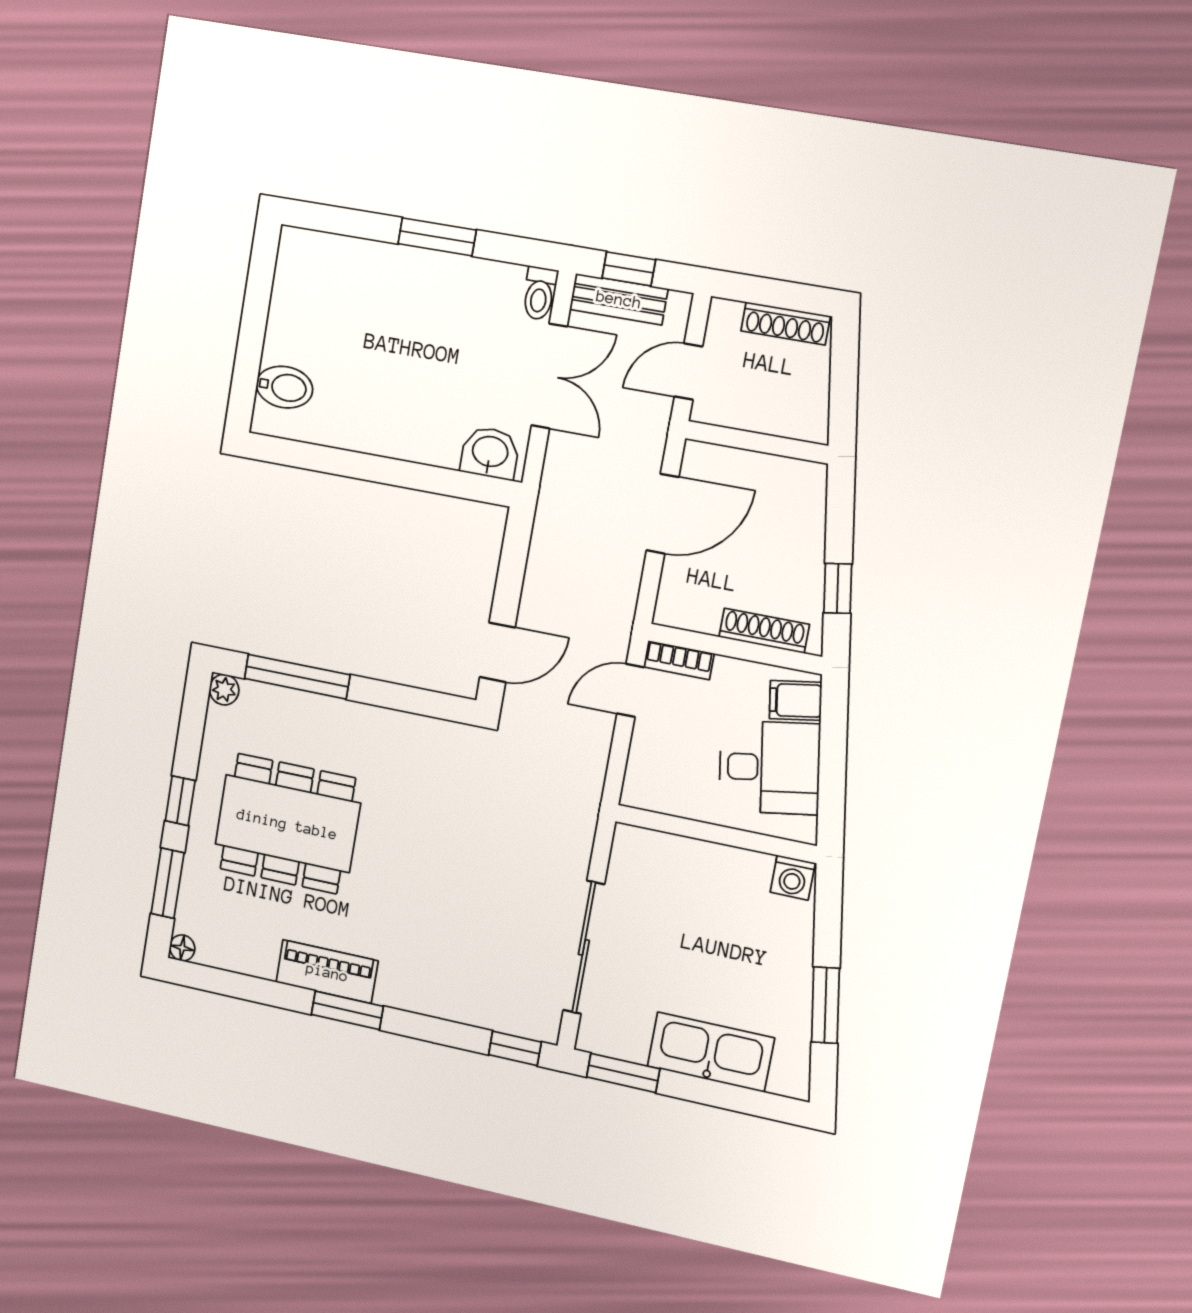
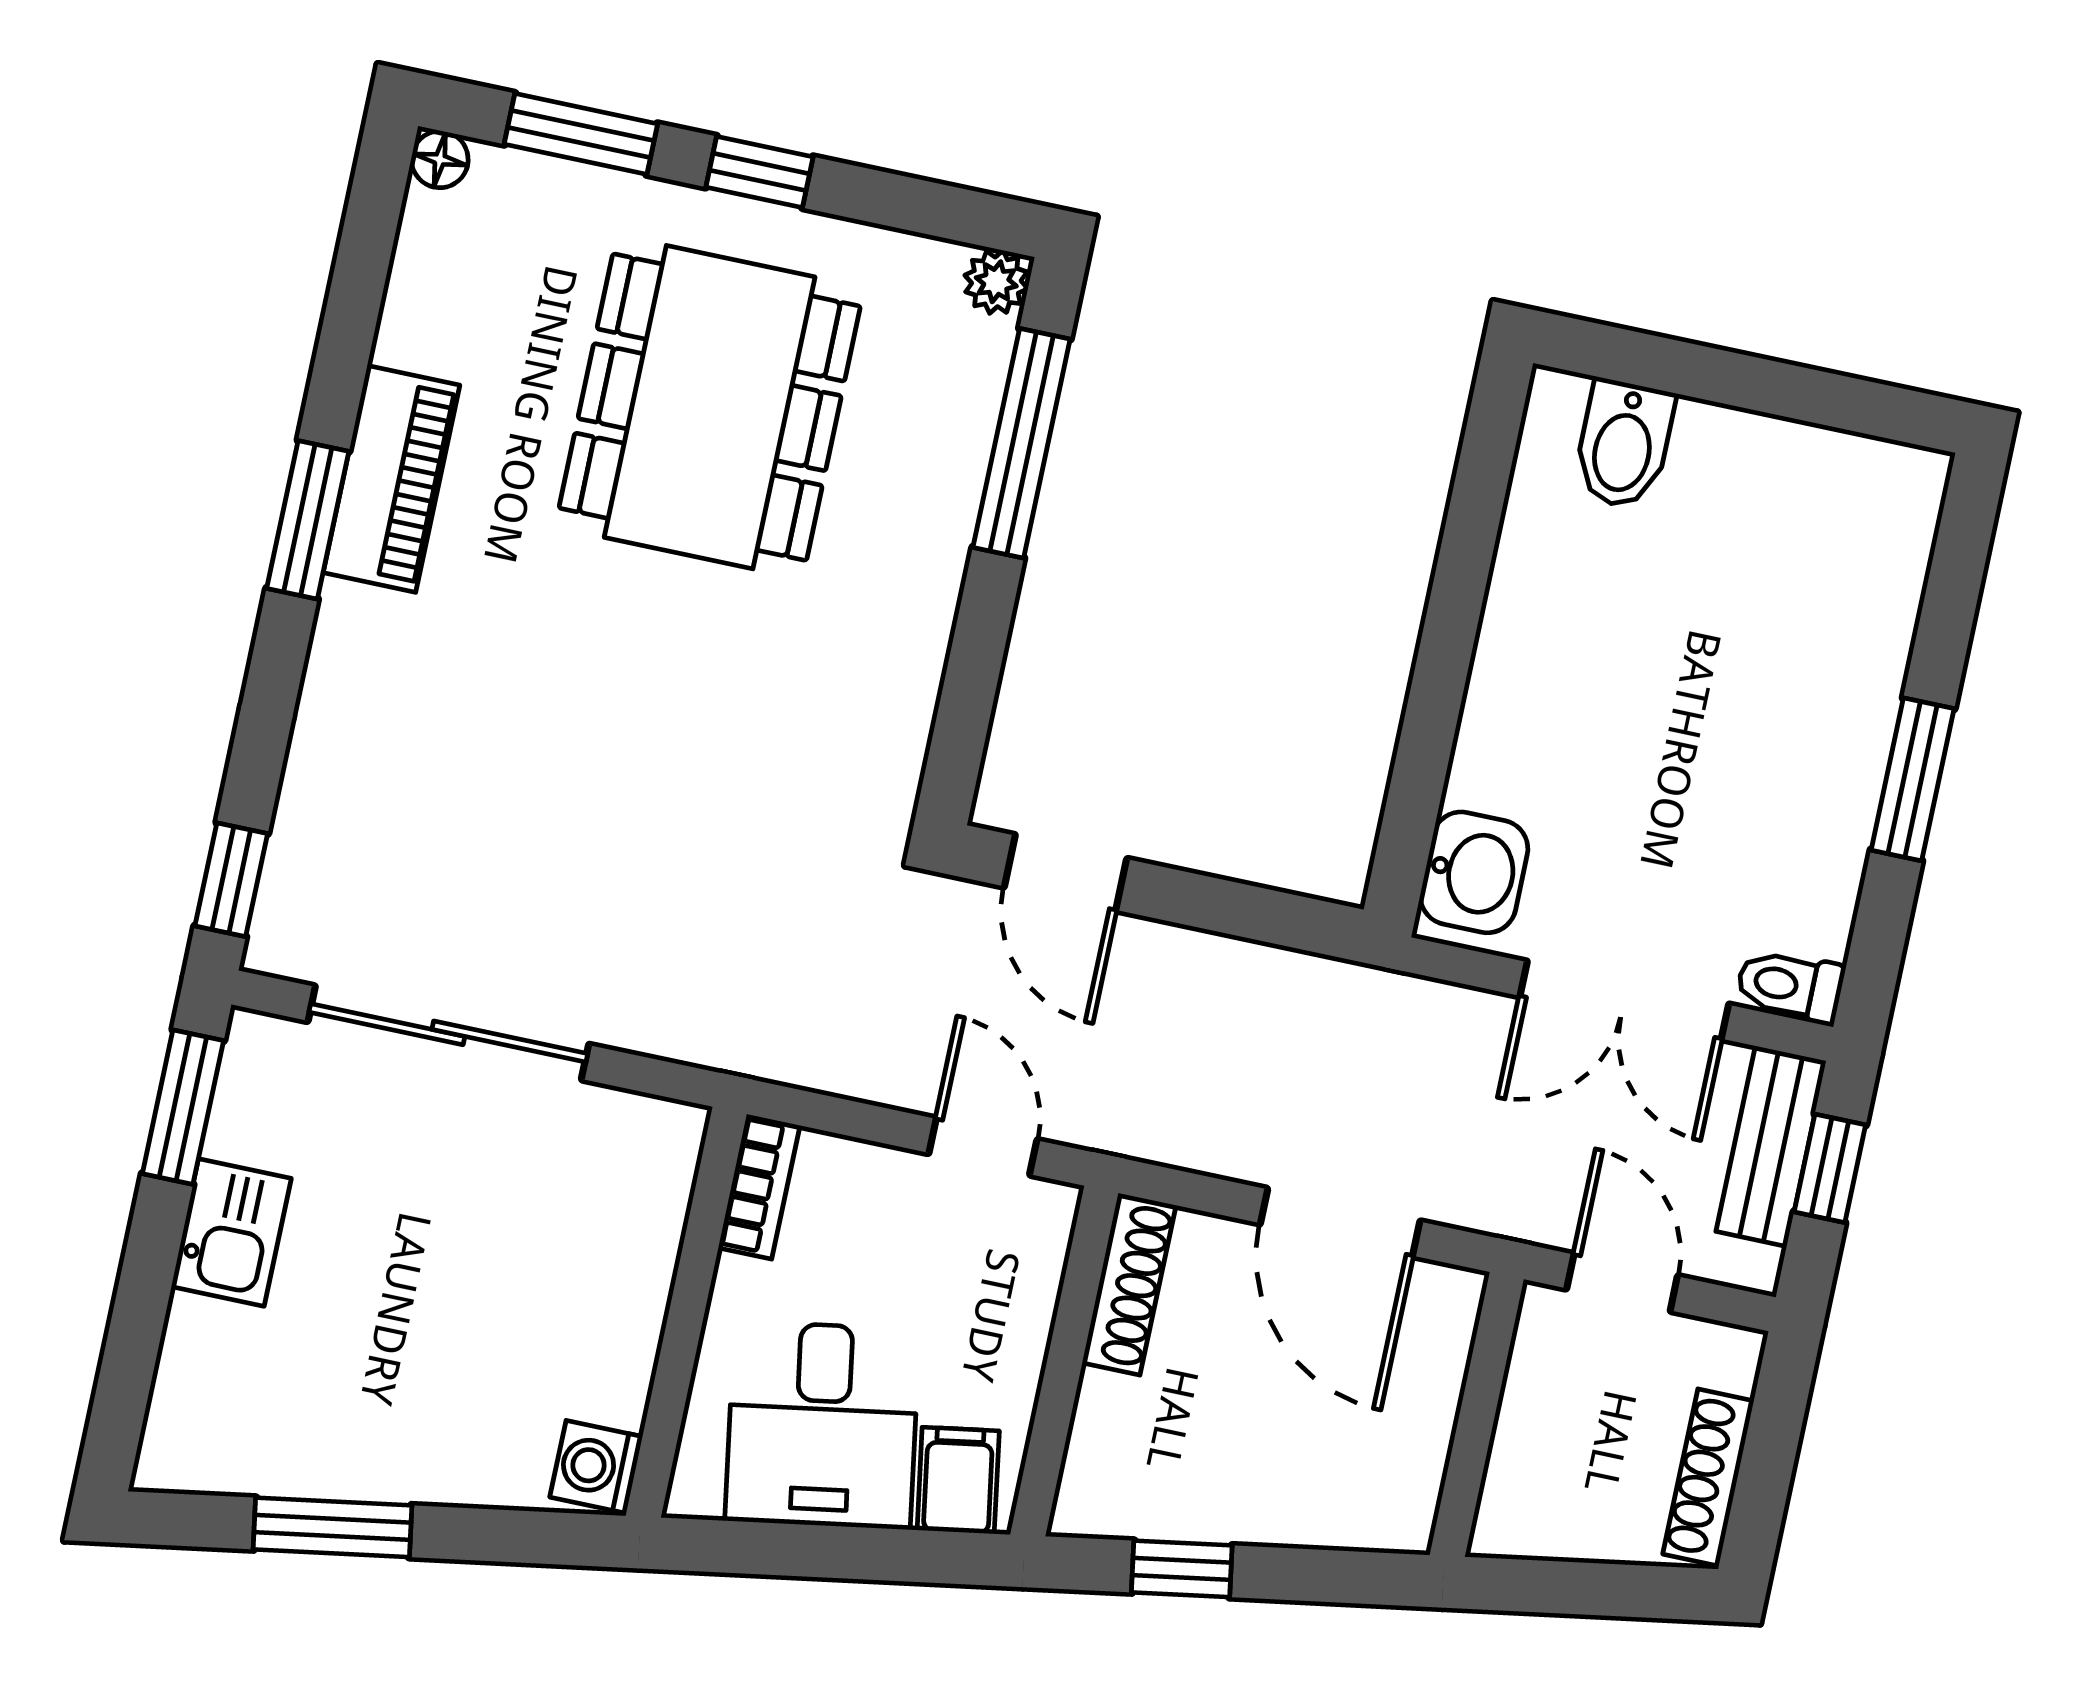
shoe rack: (764, 631) -> (1129, 1284), moved
bookcase: (679, 660) -> (759, 1187), moved, turned 180
kitchen sink: (711, 1052) -> (231, 1232), width x0.53, depth x0.81

